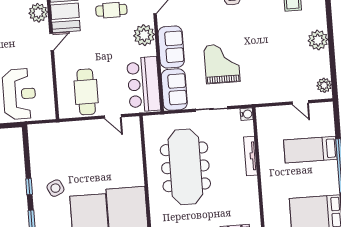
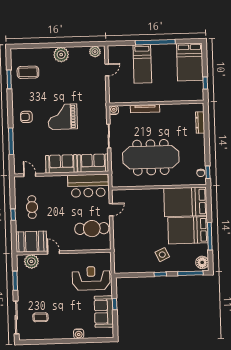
plant: (144, 35) -> (52, 184), removed
grand piano: (222, 64) -> (63, 117), moved

